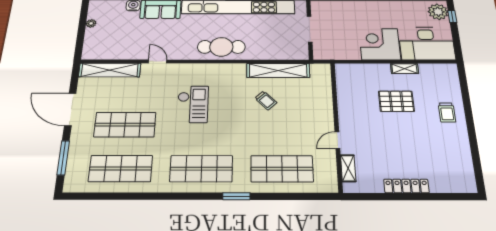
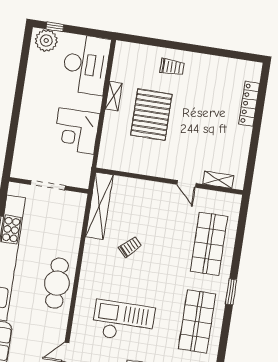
corner desk: (380, 44) -> (76, 131), moved
shelving: (278, 71) -> (99, 206), moved
pallet: (396, 101) -> (151, 115), width x1.37, depth x1.41
checkout: (193, 104) -> (123, 321), width x1.36, depth x1.21
locker: (406, 186) -> (249, 104), moved

